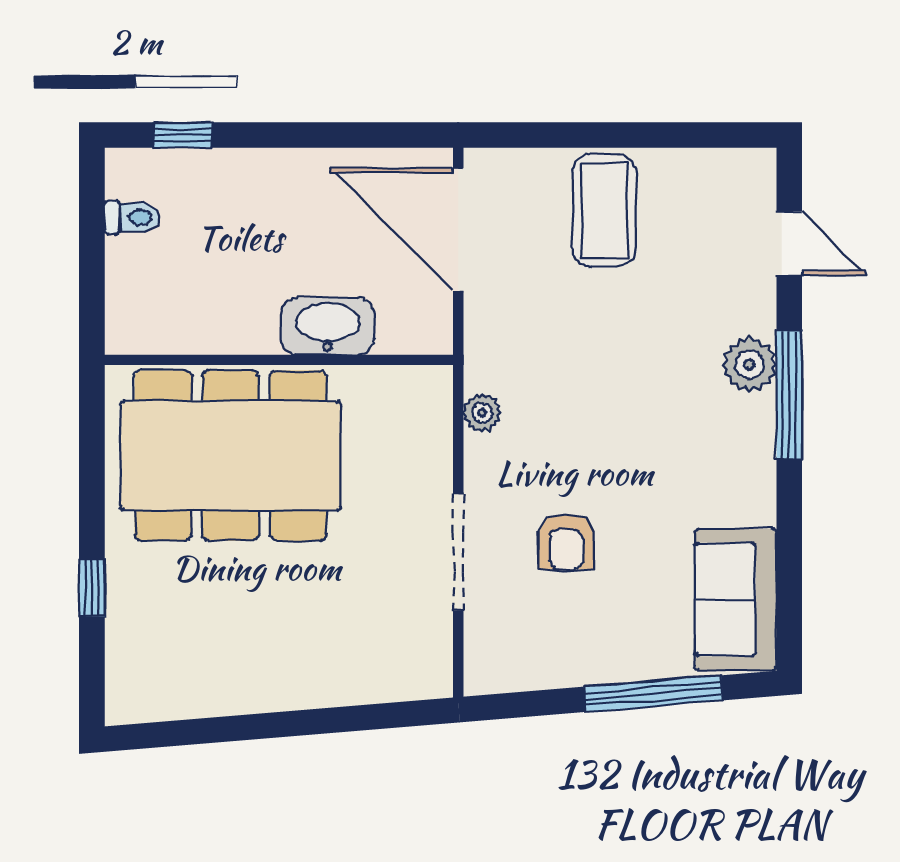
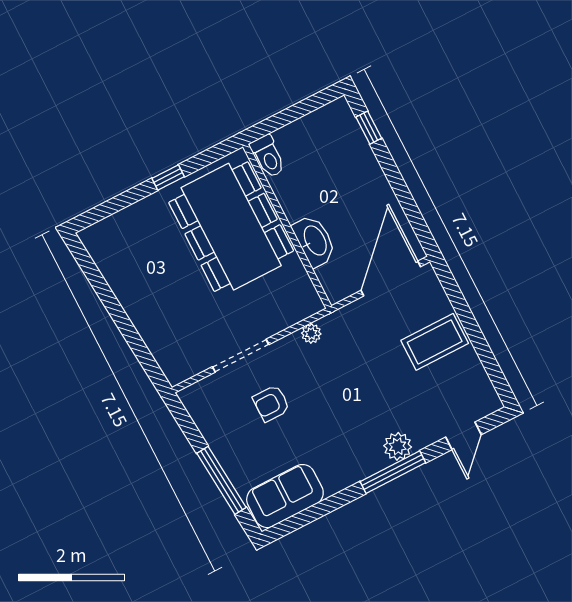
toilet: (132, 217) -> (268, 156), moved, width x1.37, depth x1.39
window: (92, 588) -> (168, 177), moved

